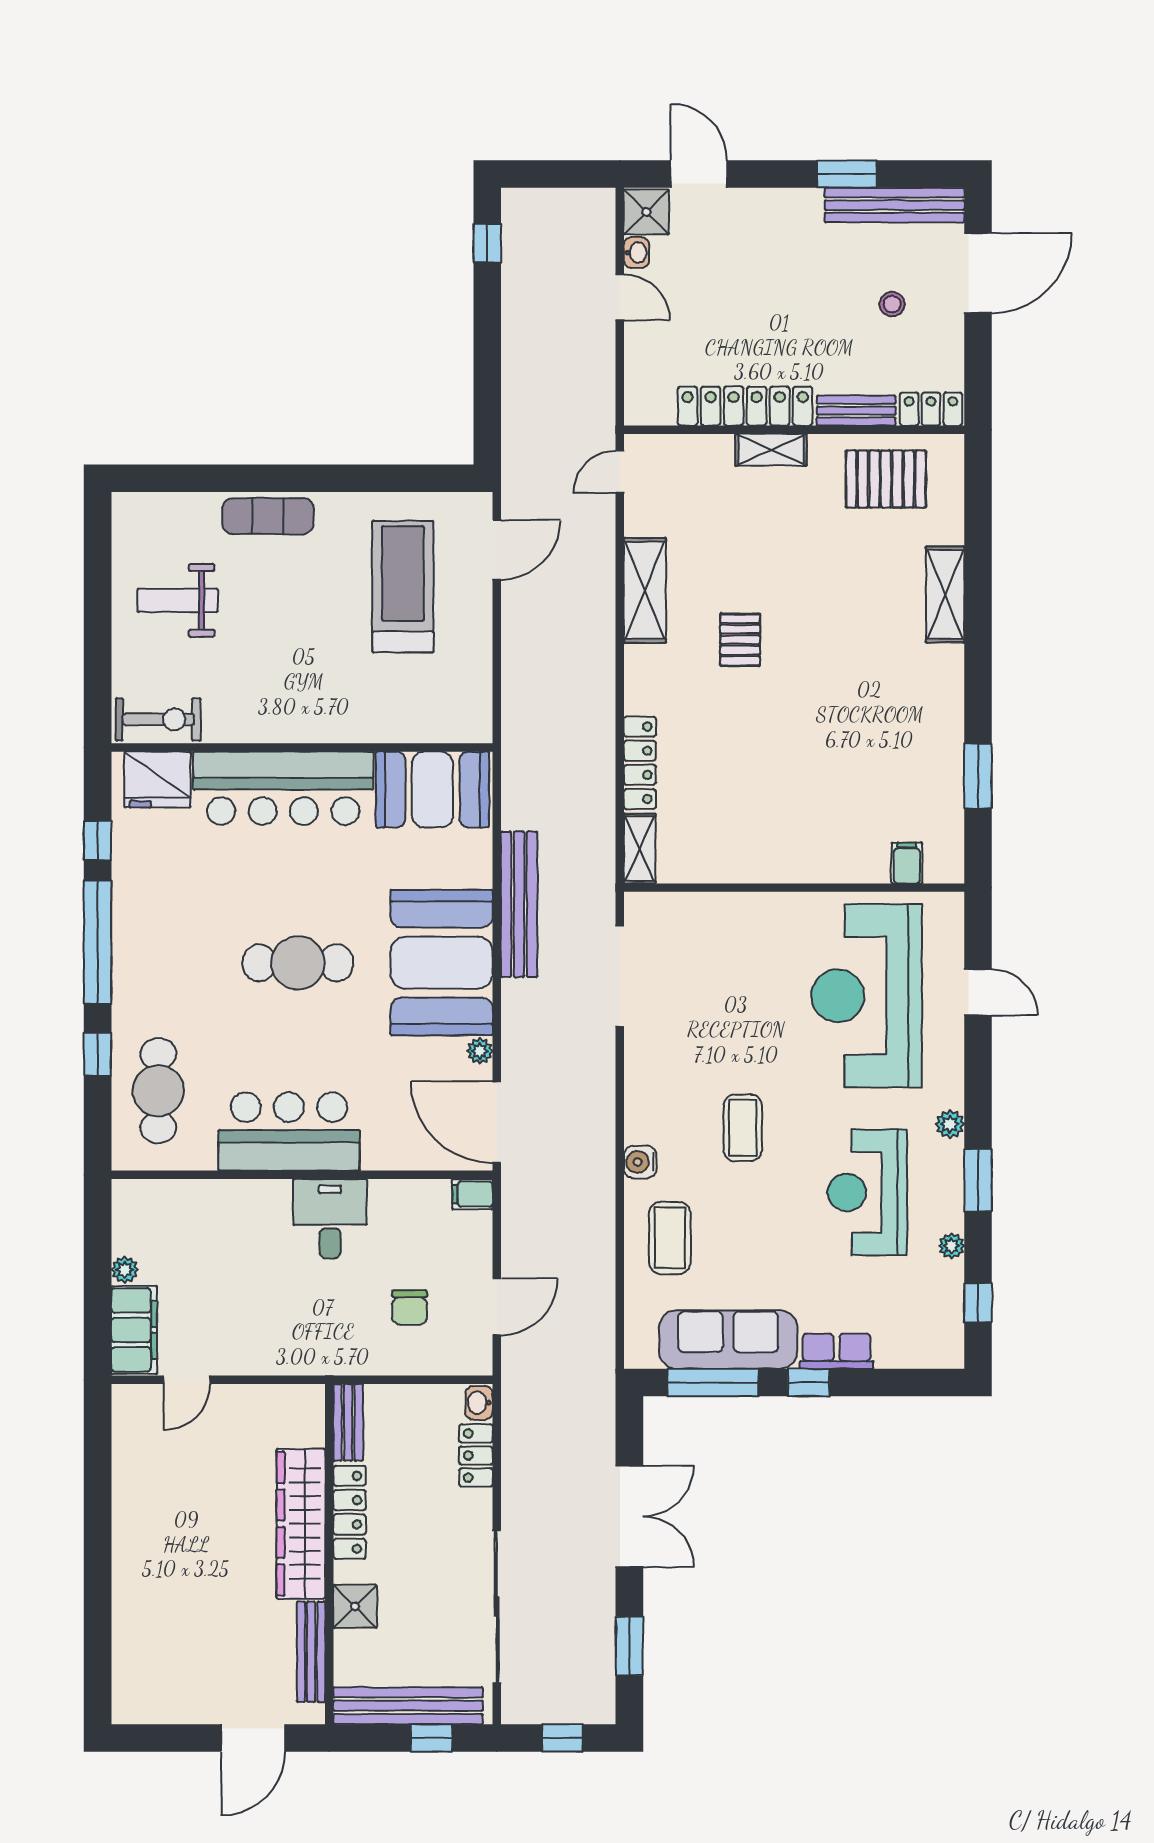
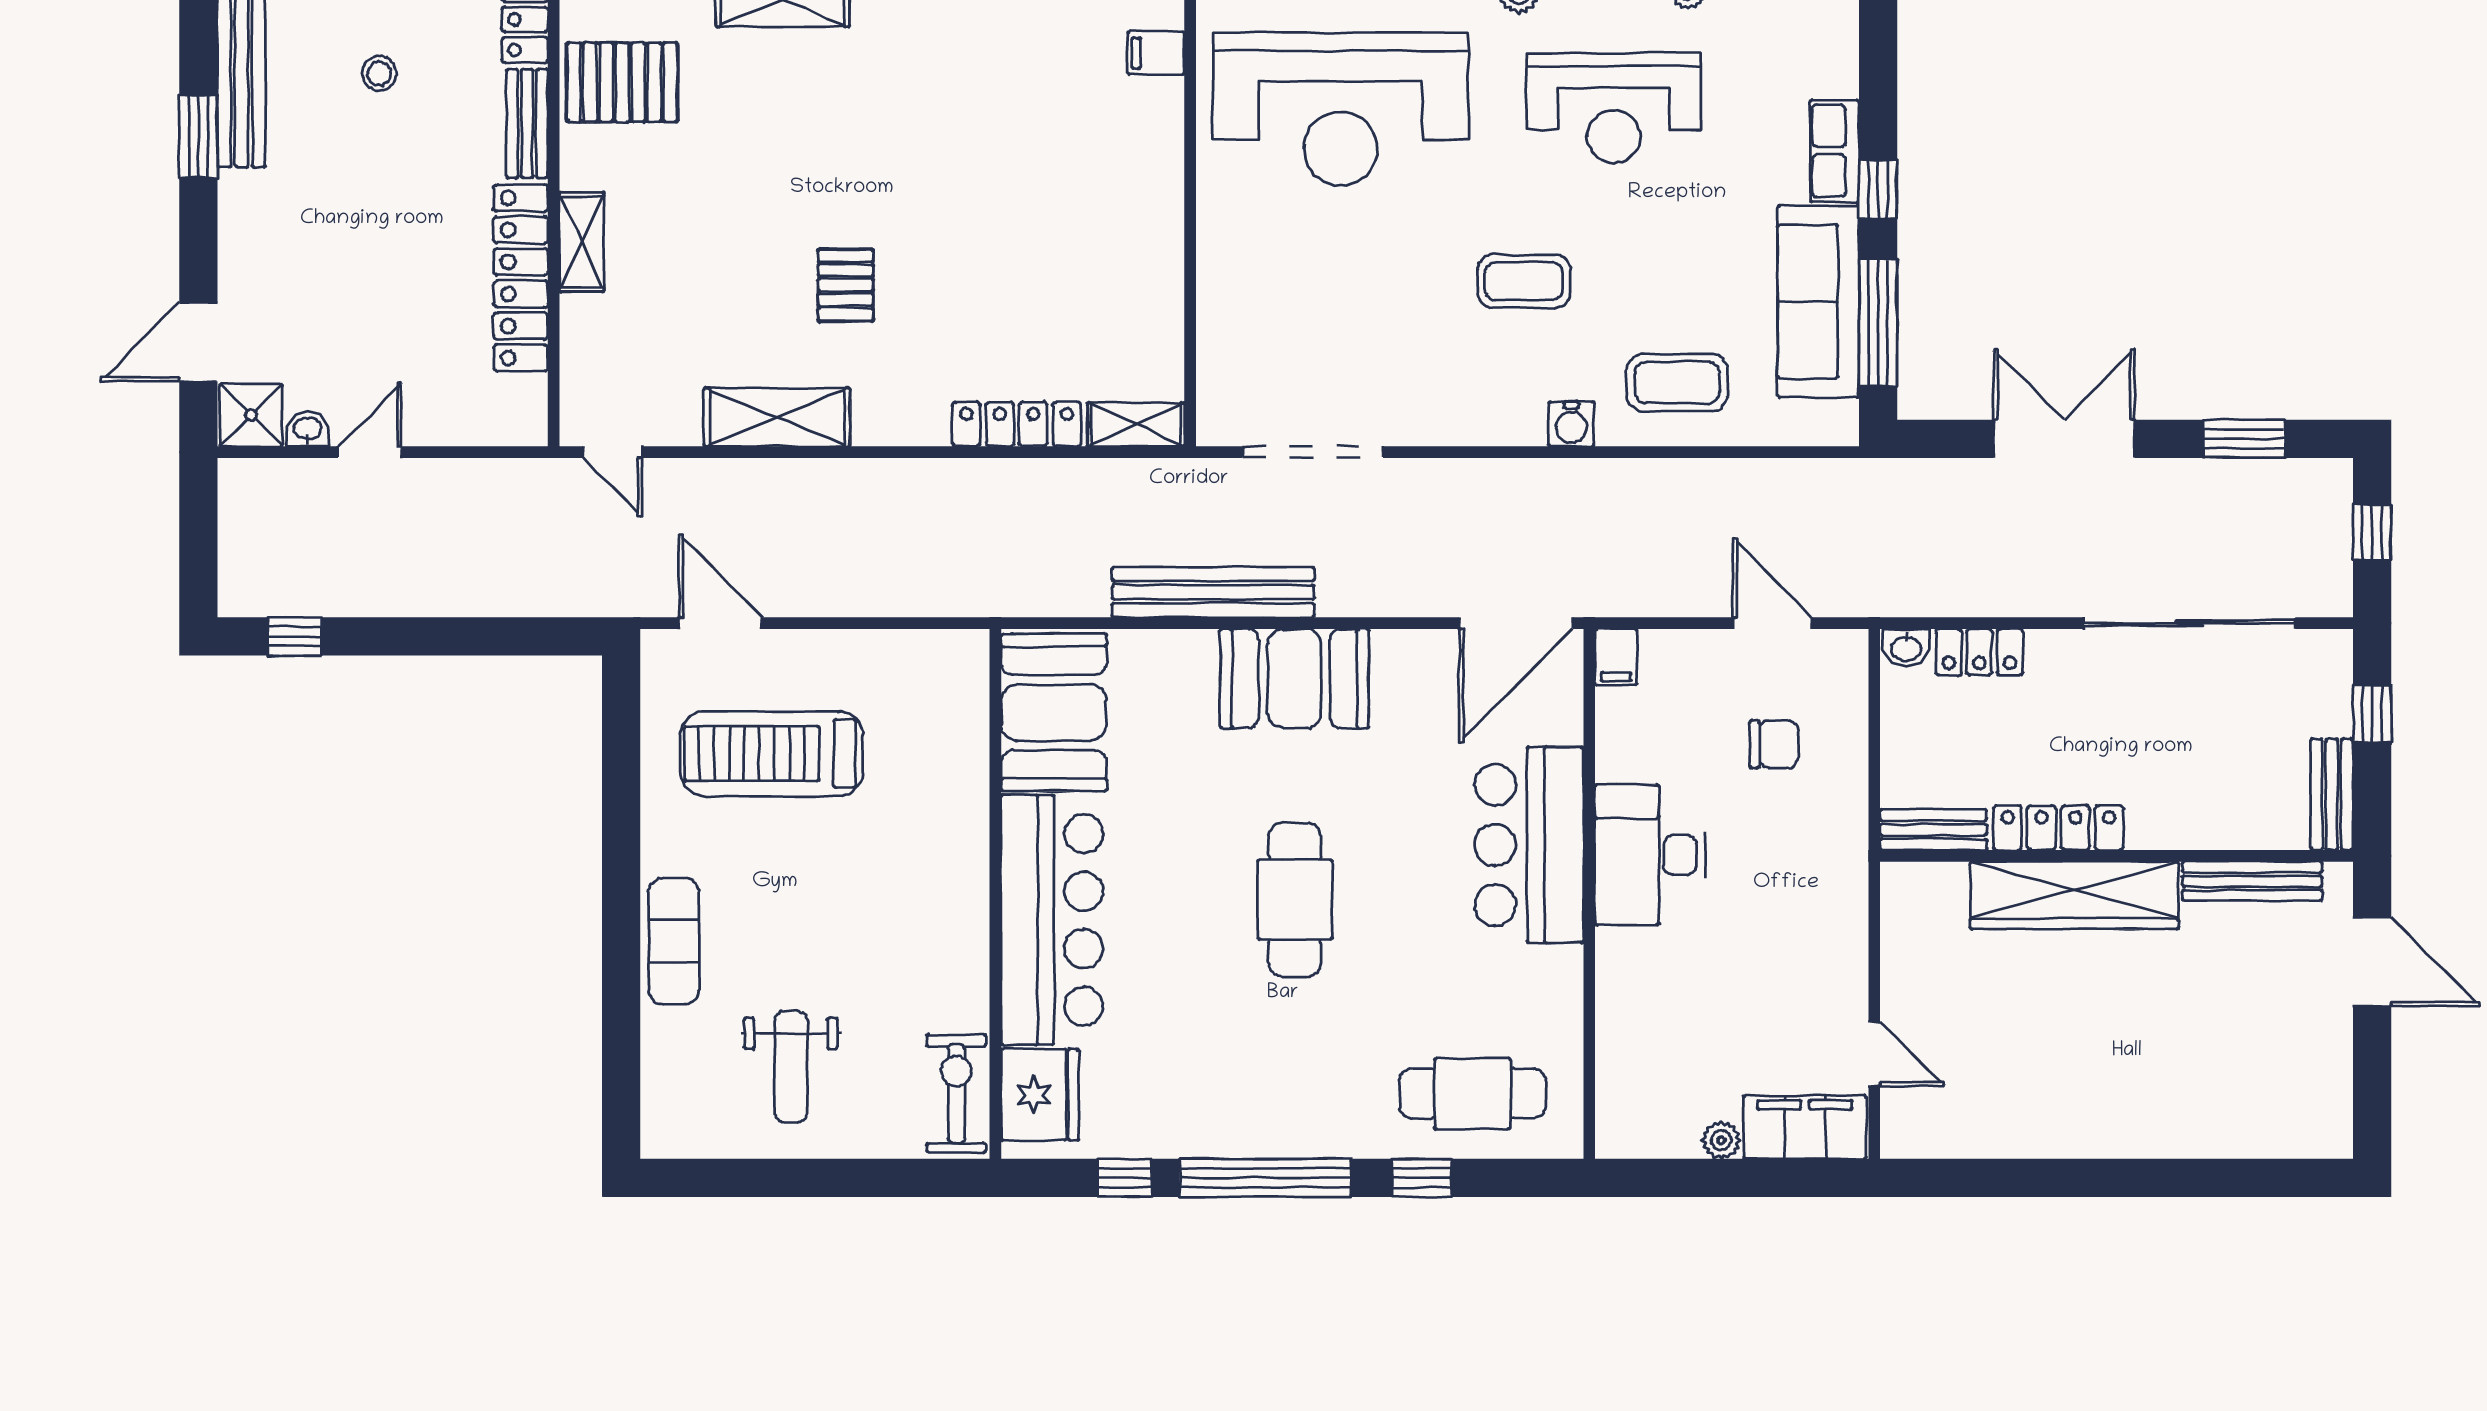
pallet: (886, 479) -> (622, 82), turned 90
pallet: (740, 640) -> (846, 285), turned 90
booth: (442, 963) -> (1294, 679), width x0.73, depth x0.70
plant: (480, 1051) -> (1417, 647), removed
bar counter: (289, 1131) -> (1529, 845), moved
desk: (330, 1219) -> (1650, 855), width x1.37
shower: (355, 1606) -> (2189, 820), removed
bench: (408, 1706) -> (2332, 794), width x0.54, depth x0.82

